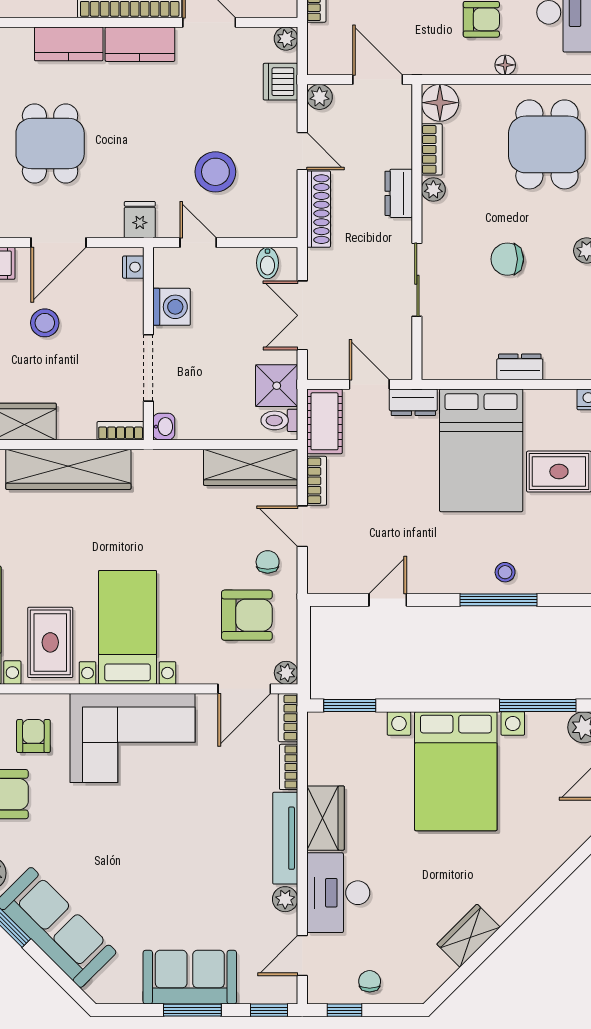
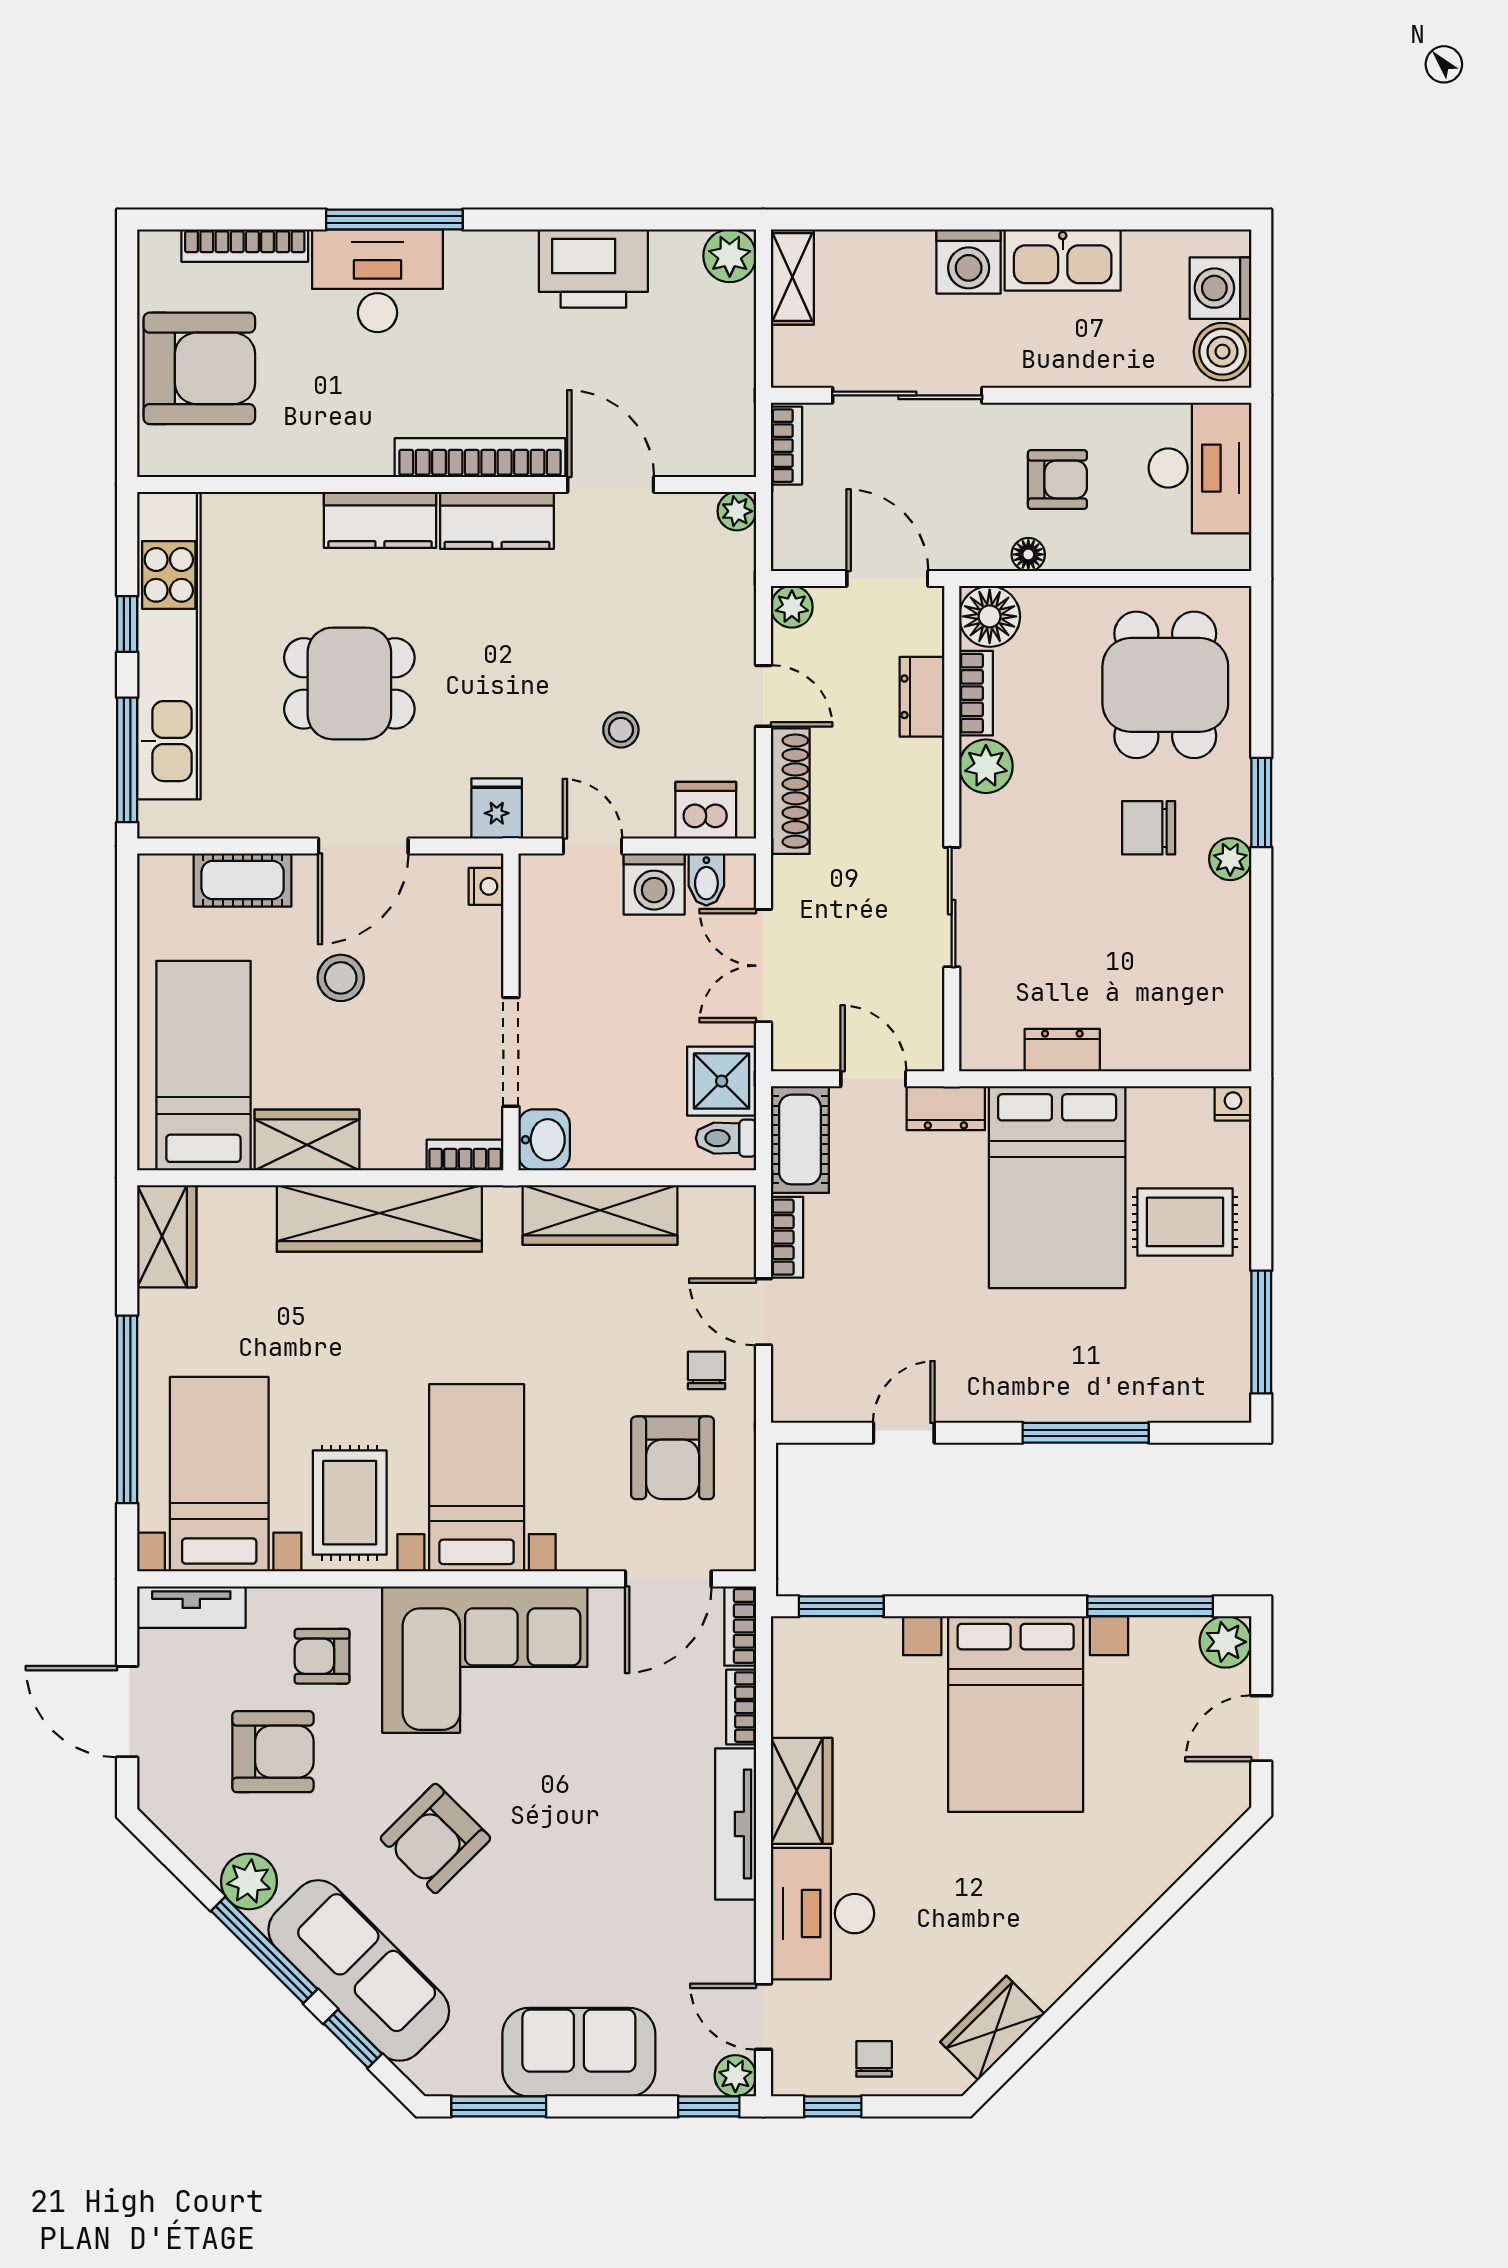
floor lamp: (505, 65) -> (1028, 554), moved
dishwasher: (281, 82) -> (706, 810), moved, turned 90
dining table: (50, 144) -> (349, 683), turned 90
stool: (215, 172) -> (621, 730), width x0.53, depth x0.53
plant: (433, 189) -> (986, 766), width x1.38, depth x1.38
dresser: (399, 193) -> (922, 697), moved
chair: (507, 259) -> (1149, 828), moved
washing machine: (172, 307) -> (654, 884), moved, turned 90
dresser: (520, 367) -> (1062, 1050), moved
washbasin: (164, 427) -> (544, 1140), width x1.38, depth x1.45
wardrobe: (251, 467) -> (600, 1215), moved
stool: (505, 572) -> (1096, 1387), removed
armchair: (247, 615) -> (673, 1458), turned 90
plant: (286, 673) -> (737, 1552), removed
armchair: (33, 736) -> (322, 1656), turned -90
armchair: (102, 847) -> (435, 1838), added
plant: (285, 899) -> (735, 2076), moved
wardrobe: (469, 936) -> (992, 2028), moved
door: (302, 955) -> (763, 2017), hinge flipped
window: (52, 969) -> (353, 2039), added
window: (192, 1010) -> (499, 2106), moved

